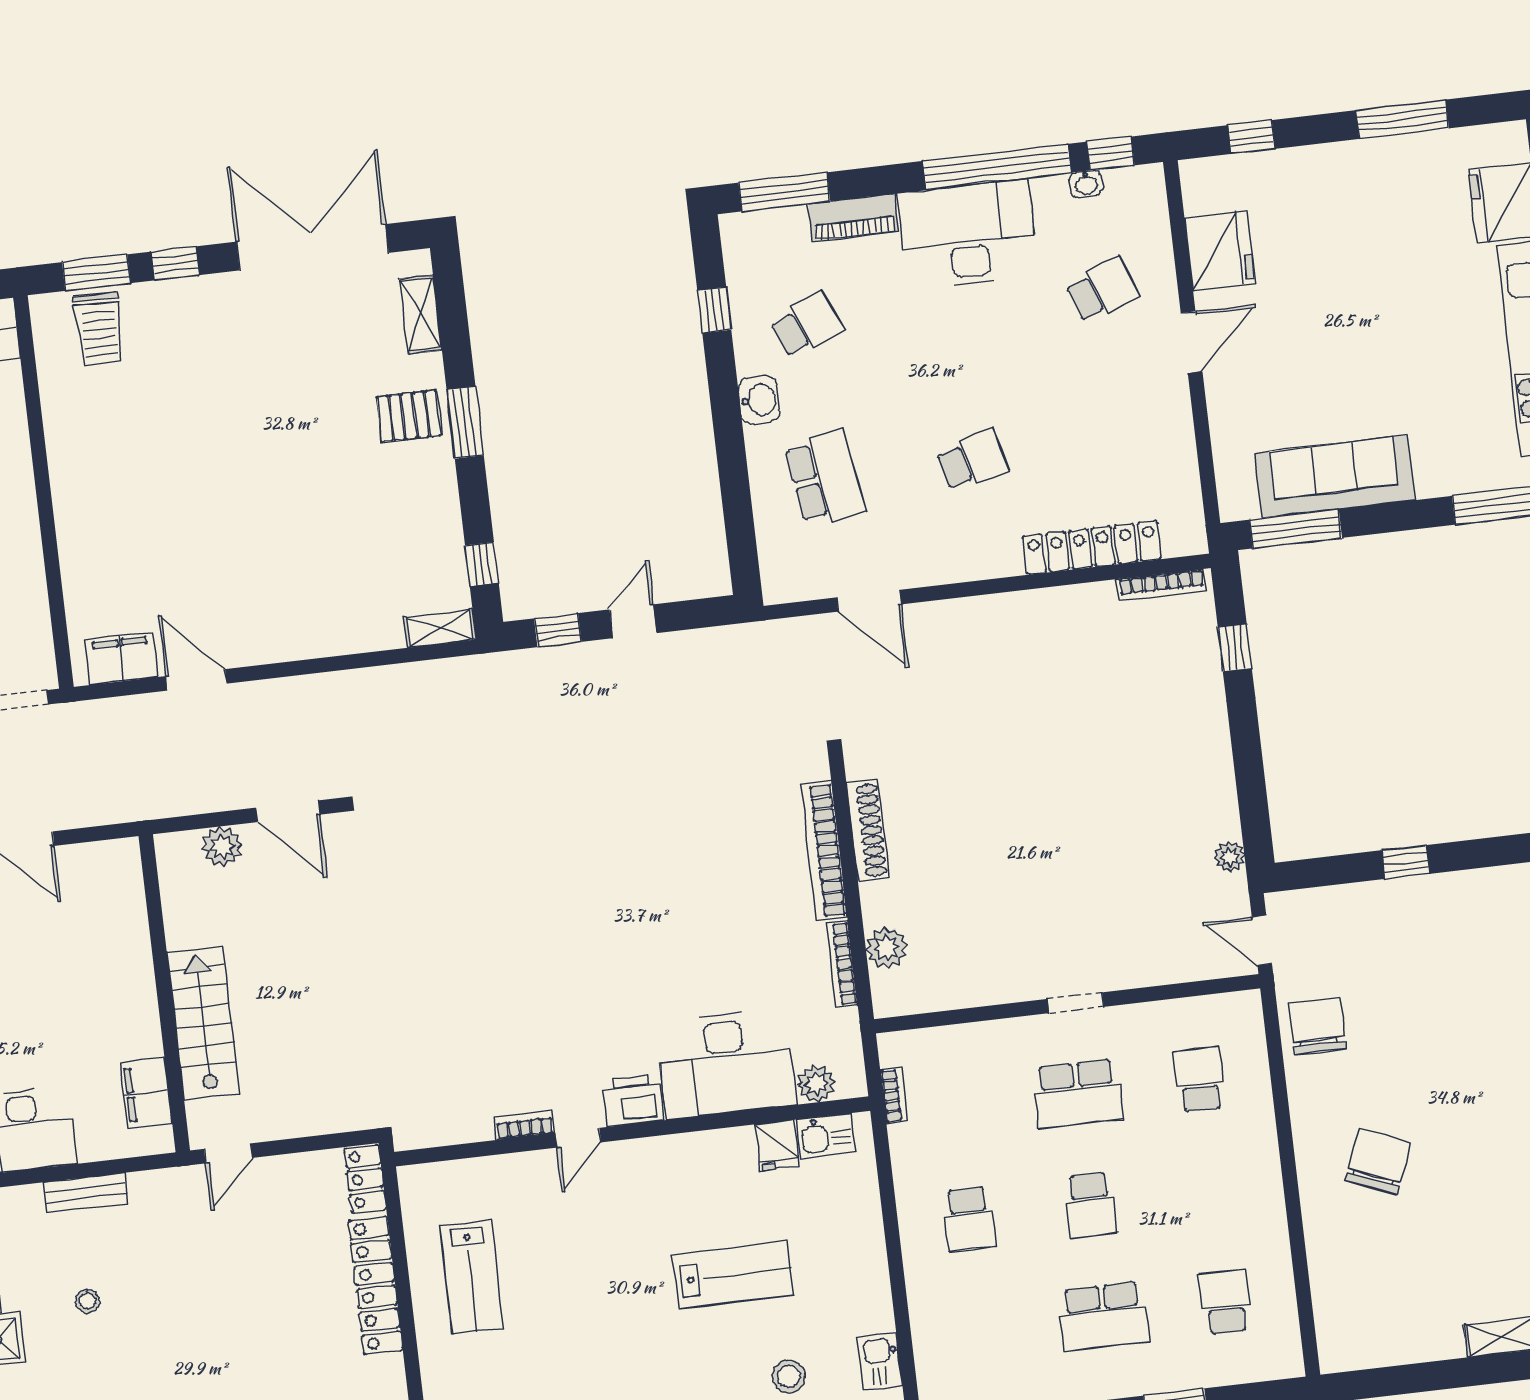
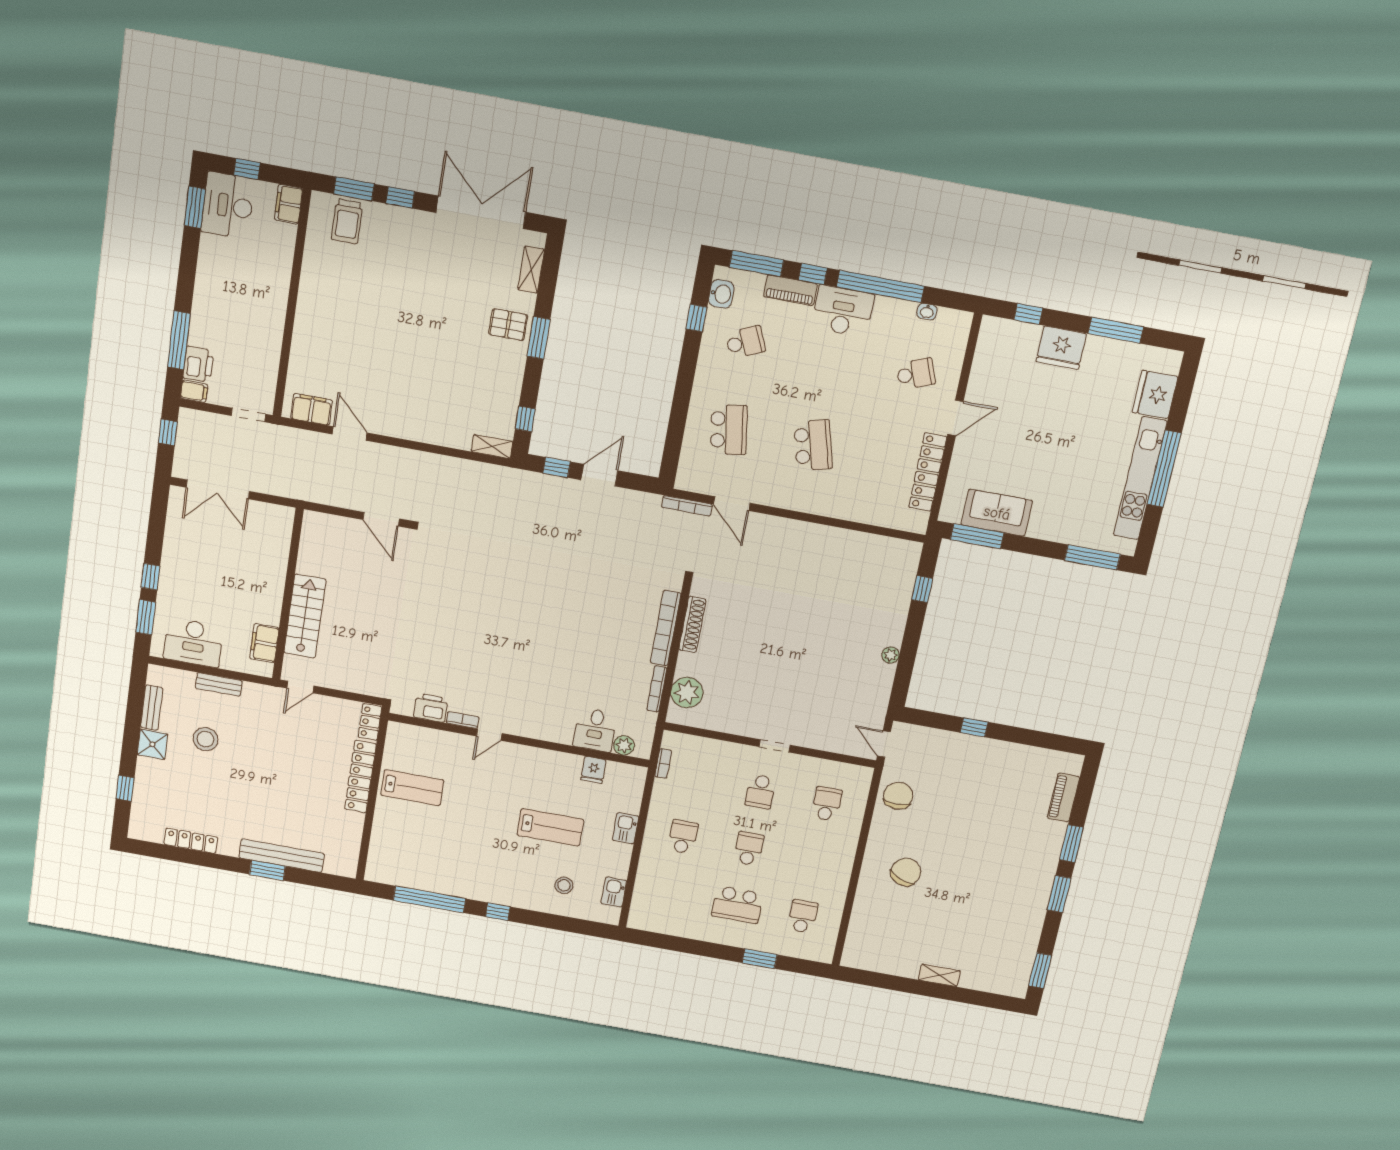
window: (1111, 153) -> (813, 274), moved
desk: (968, 234) -> (843, 311), width x0.73, depth x0.77
fridge: (1220, 251) -> (1061, 348), moved, turned 90
washbasin: (759, 400) -> (721, 294), moved
school desk: (972, 460) -> (813, 445), width x1.85
sofa: (1335, 477) -> (997, 513), width x0.73
locker: (1092, 548) -> (928, 472), moved, turned -90
bookcase: (1162, 585) -> (687, 506), moved
door: (633, 621) -> (599, 475), width x1.38
plant: (222, 847) -> (340, 527), removed
plant: (1229, 857) -> (891, 655), moved
plant: (887, 948) -> (687, 692), width x1.36, depth x1.36
desk: (726, 1063) -> (595, 730), width x0.53, depth x0.77
school desk: (1078, 1094) -> (760, 792), width x0.54
printer: (633, 1100) -> (431, 708), moved
kitchen sink: (826, 1136) -> (626, 828), moved, turned 90
school desk: (1091, 1205) -> (749, 849), turned 180
school desk: (969, 1219) -> (683, 837), turned 180
lab bench: (472, 1277) -> (412, 788), turned -90
stool: (88, 1301) -> (205, 739), width x1.89, depth x1.89

